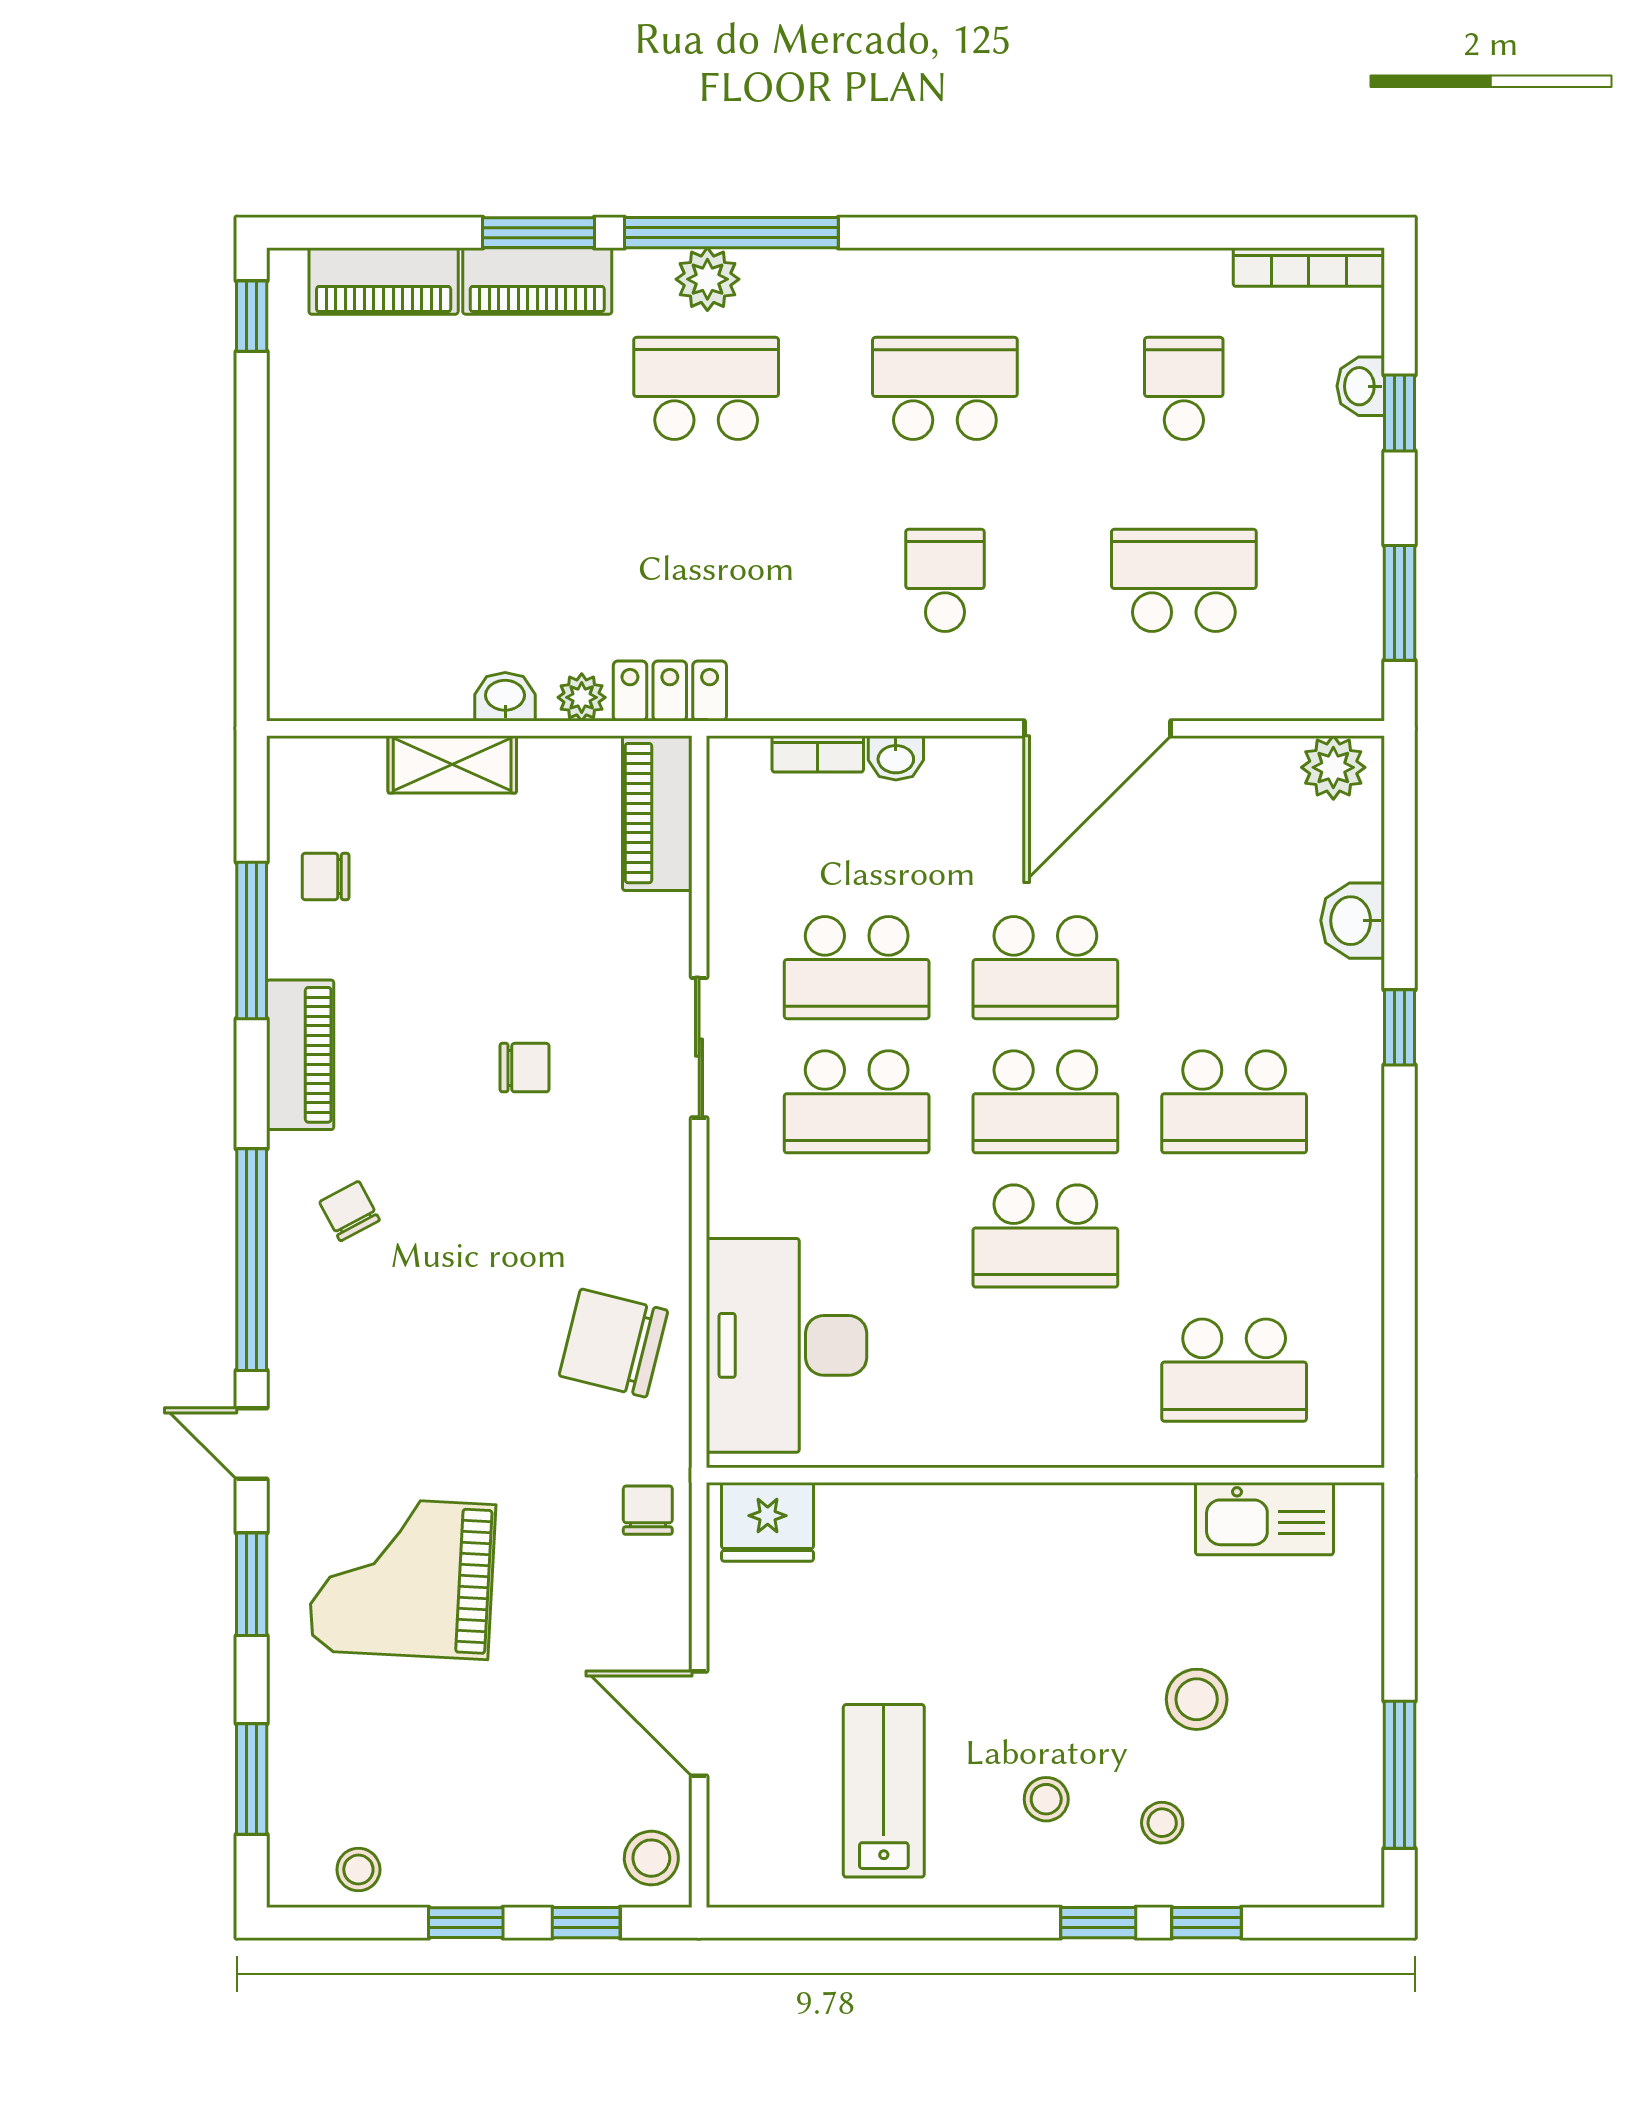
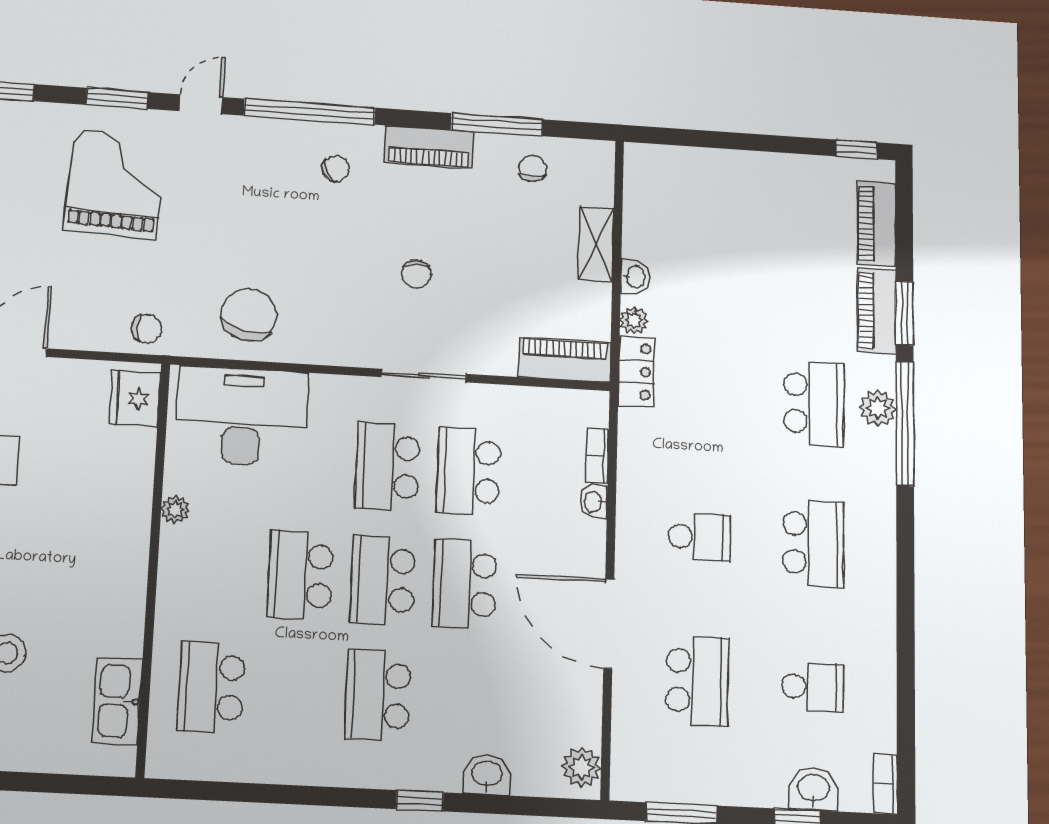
bookcase: (1309, 267) -> (885, 784), width x0.64
washbasin: (1361, 386) -> (814, 789), width x1.38, depth x1.45
plant: (949, 1445) -> (175, 510), added

